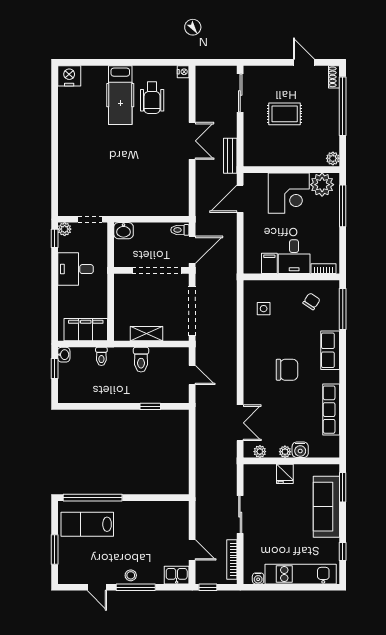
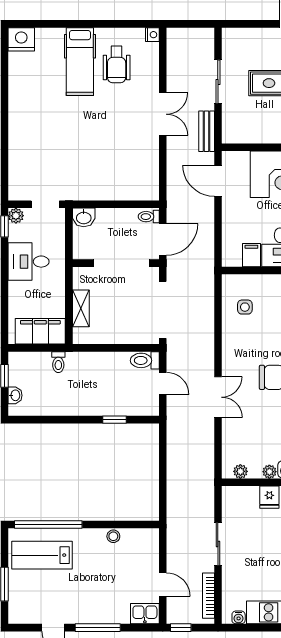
sliding door: (240, 93) -> (218, 82), moved
door: (240, 199) -> (218, 181), hinge flipped
shelving: (147, 334) -> (81, 308), moved, turned 90
washbasin: (64, 355) -> (15, 395), moved
toilet: (141, 360) -> (145, 360), moved, turned 90
double door: (240, 423) -> (218, 397), moved
stool: (131, 575) -> (113, 536), moved

